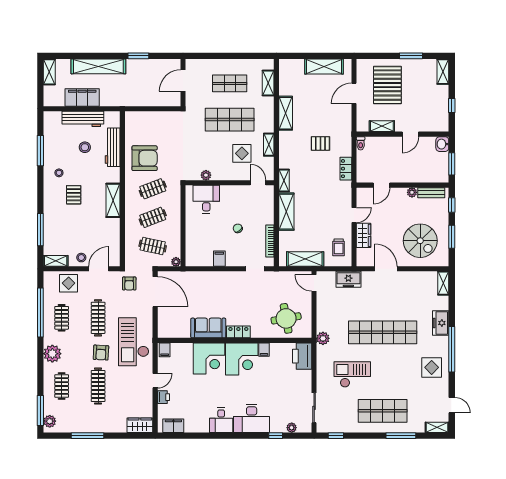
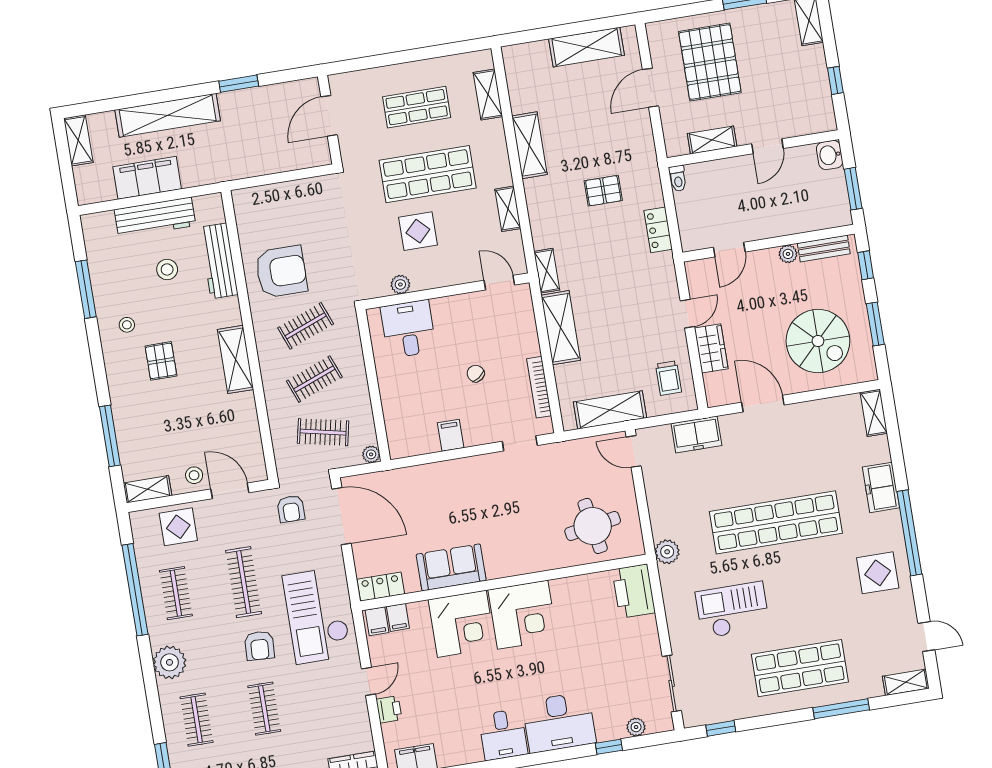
display table: (242, 153) -> (418, 231), moved
door: (99, 269) -> (230, 491), hinge flipped
locker: (238, 332) -> (381, 587), moved
filing cabinet: (264, 350) -> (398, 617), moved
clothes rail: (98, 386) -> (264, 709), width x0.73

